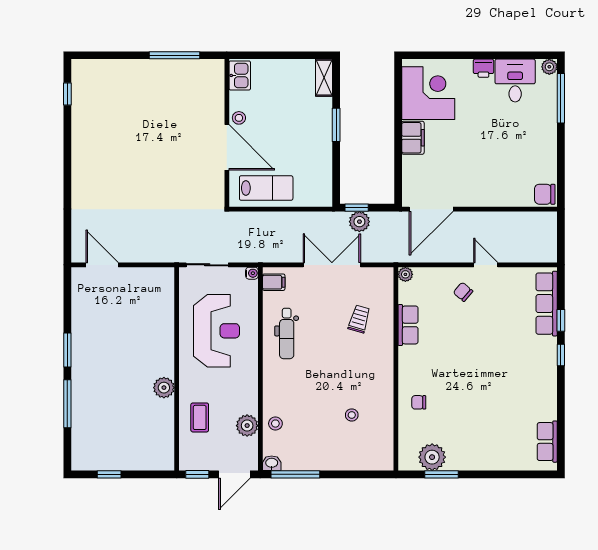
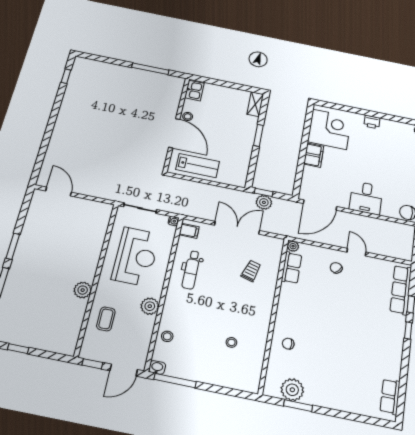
desk: (515, 81) -> (366, 198), moved, turned 180
row of seats: (408, 325) -> (292, 268), moved
plant: (247, 426) -> (150, 306), moved

